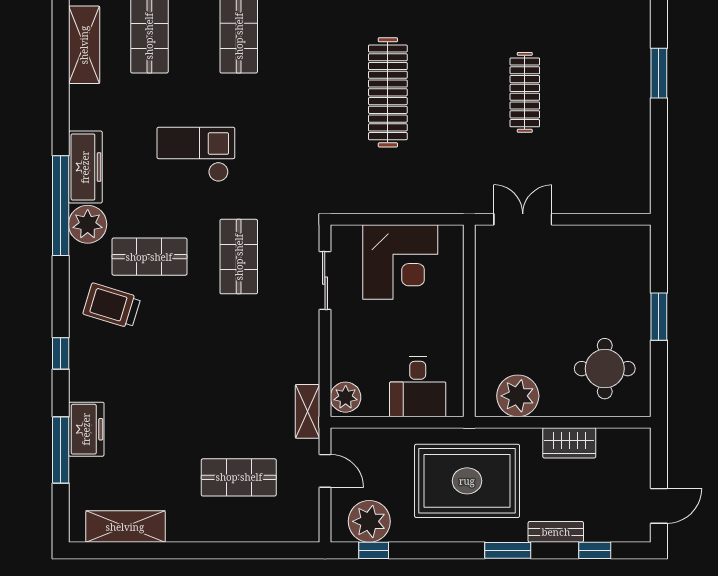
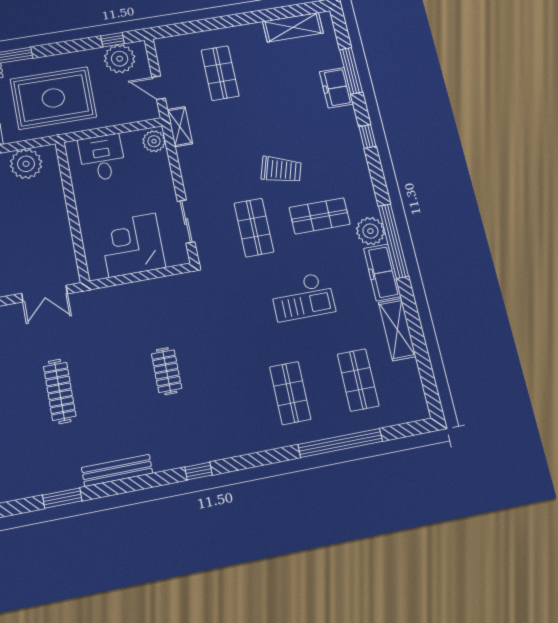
shelving: (84, 45) -> (397, 329), moved
clothes rail: (388, 92) -> (167, 371), width x0.54, depth x0.76
trolley: (112, 306) -> (281, 170), moved
shop shelf: (239, 477) -> (220, 73), turned 90

